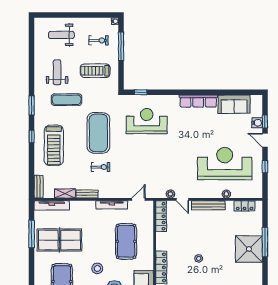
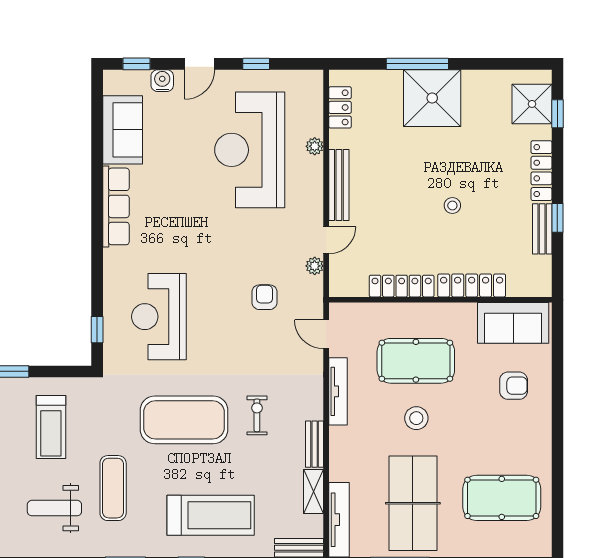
window: (265, 121) -> (137, 64), moved
armchair: (156, 171) -> (265, 297), added
locker: (161, 216) -> (402, 286), moved
stool: (97, 268) -> (416, 418), moved

